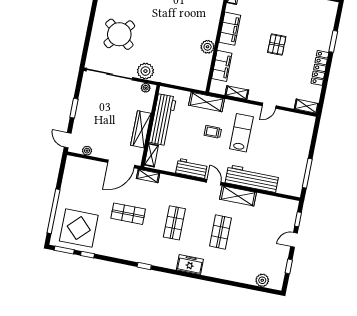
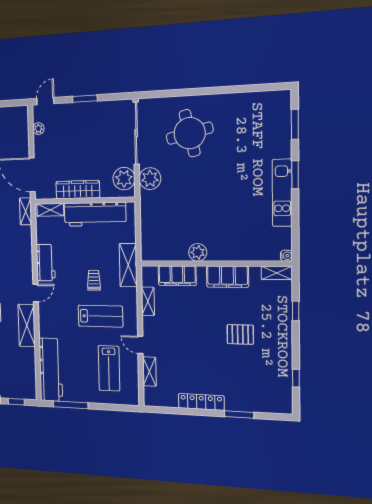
round table: (119, 34) -> (190, 133), turned 38
pallet: (277, 45) -> (240, 334), moved
plant: (146, 88) -> (124, 179), width x1.88, depth x1.88
shelving: (306, 106) -> (149, 371), moved
lab bench: (283, 135) -> (109, 368), added
workbench: (252, 179) -> (51, 370), moved

